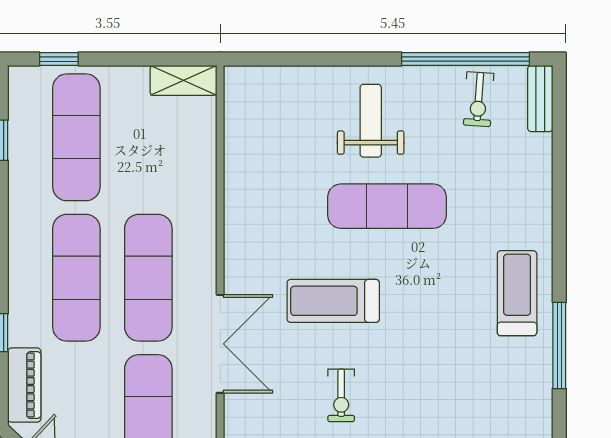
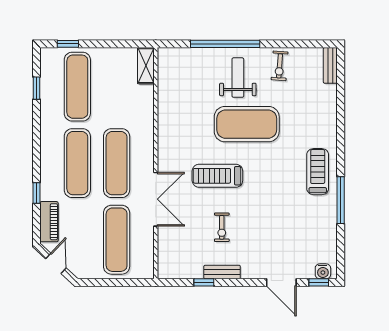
window: (465, 59) -> (225, 44), moved
shelving: (184, 80) -> (146, 66), moved, turned 90
exercise bike: (479, 99) -> (280, 66), moved
exercise mat: (387, 206) -> (247, 124), width x1.47

